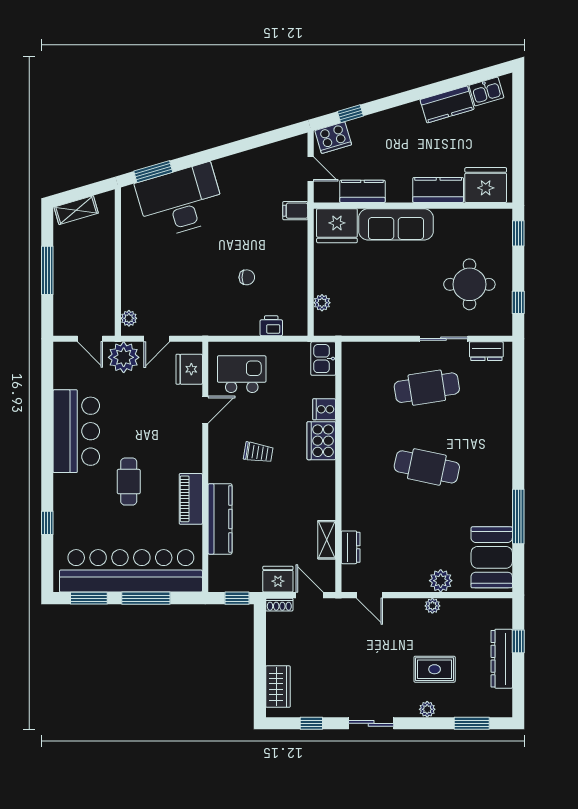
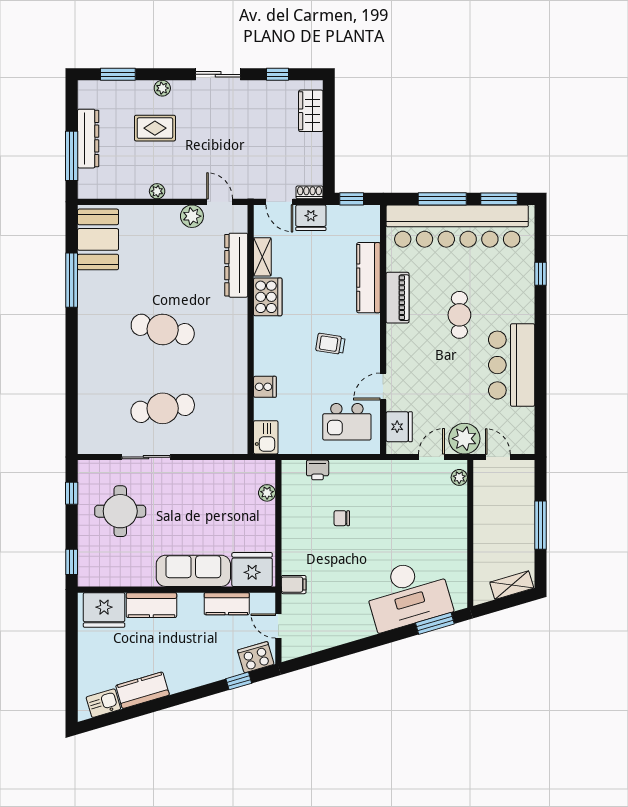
dresser: (486, 351) -> (103, 445), removed
cooker: (321, 441) -> (268, 297), moved
dresser: (351, 547) -> (236, 265), width x1.96, depth x1.24
plant: (441, 581) -> (192, 216), moved
window: (518, 641) -> (72, 156), width x2.17

